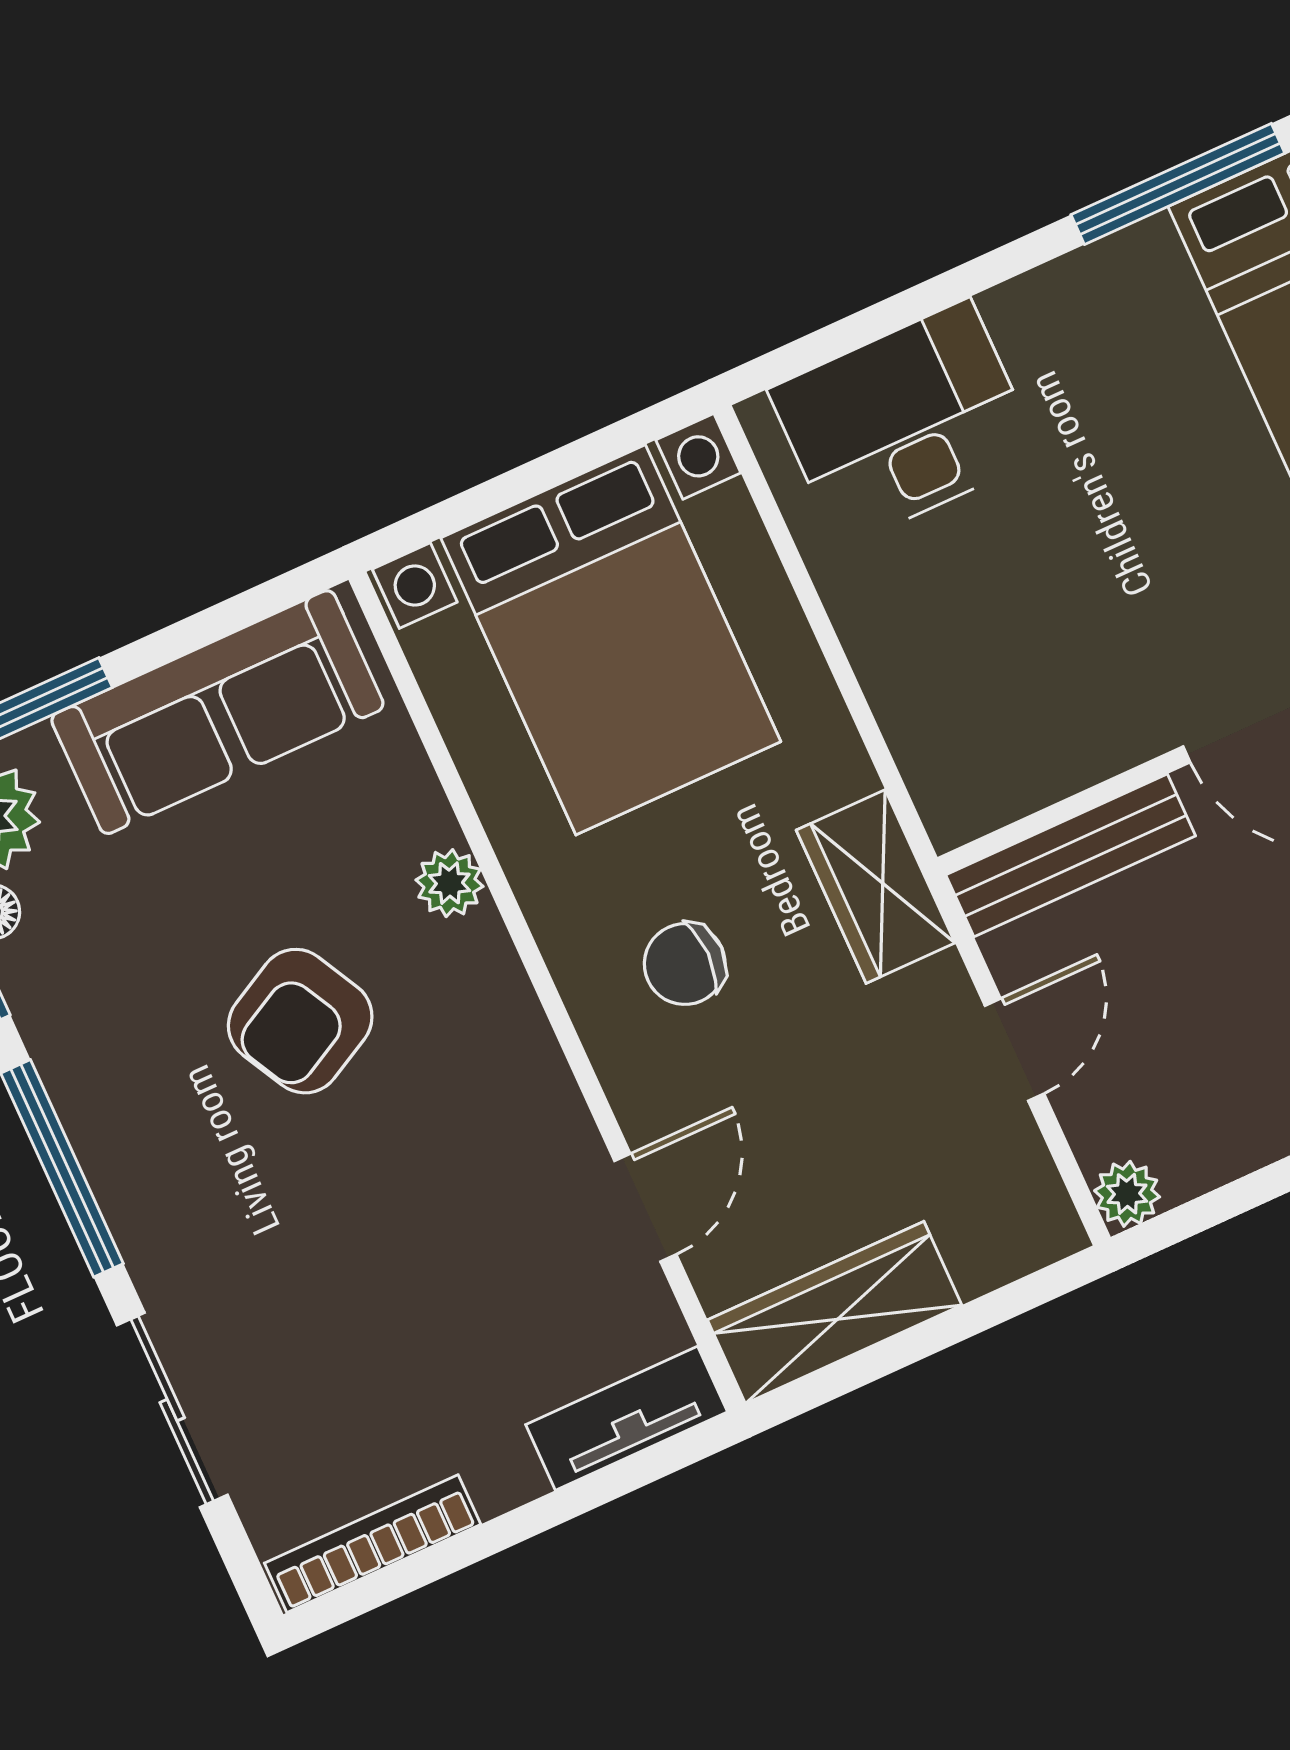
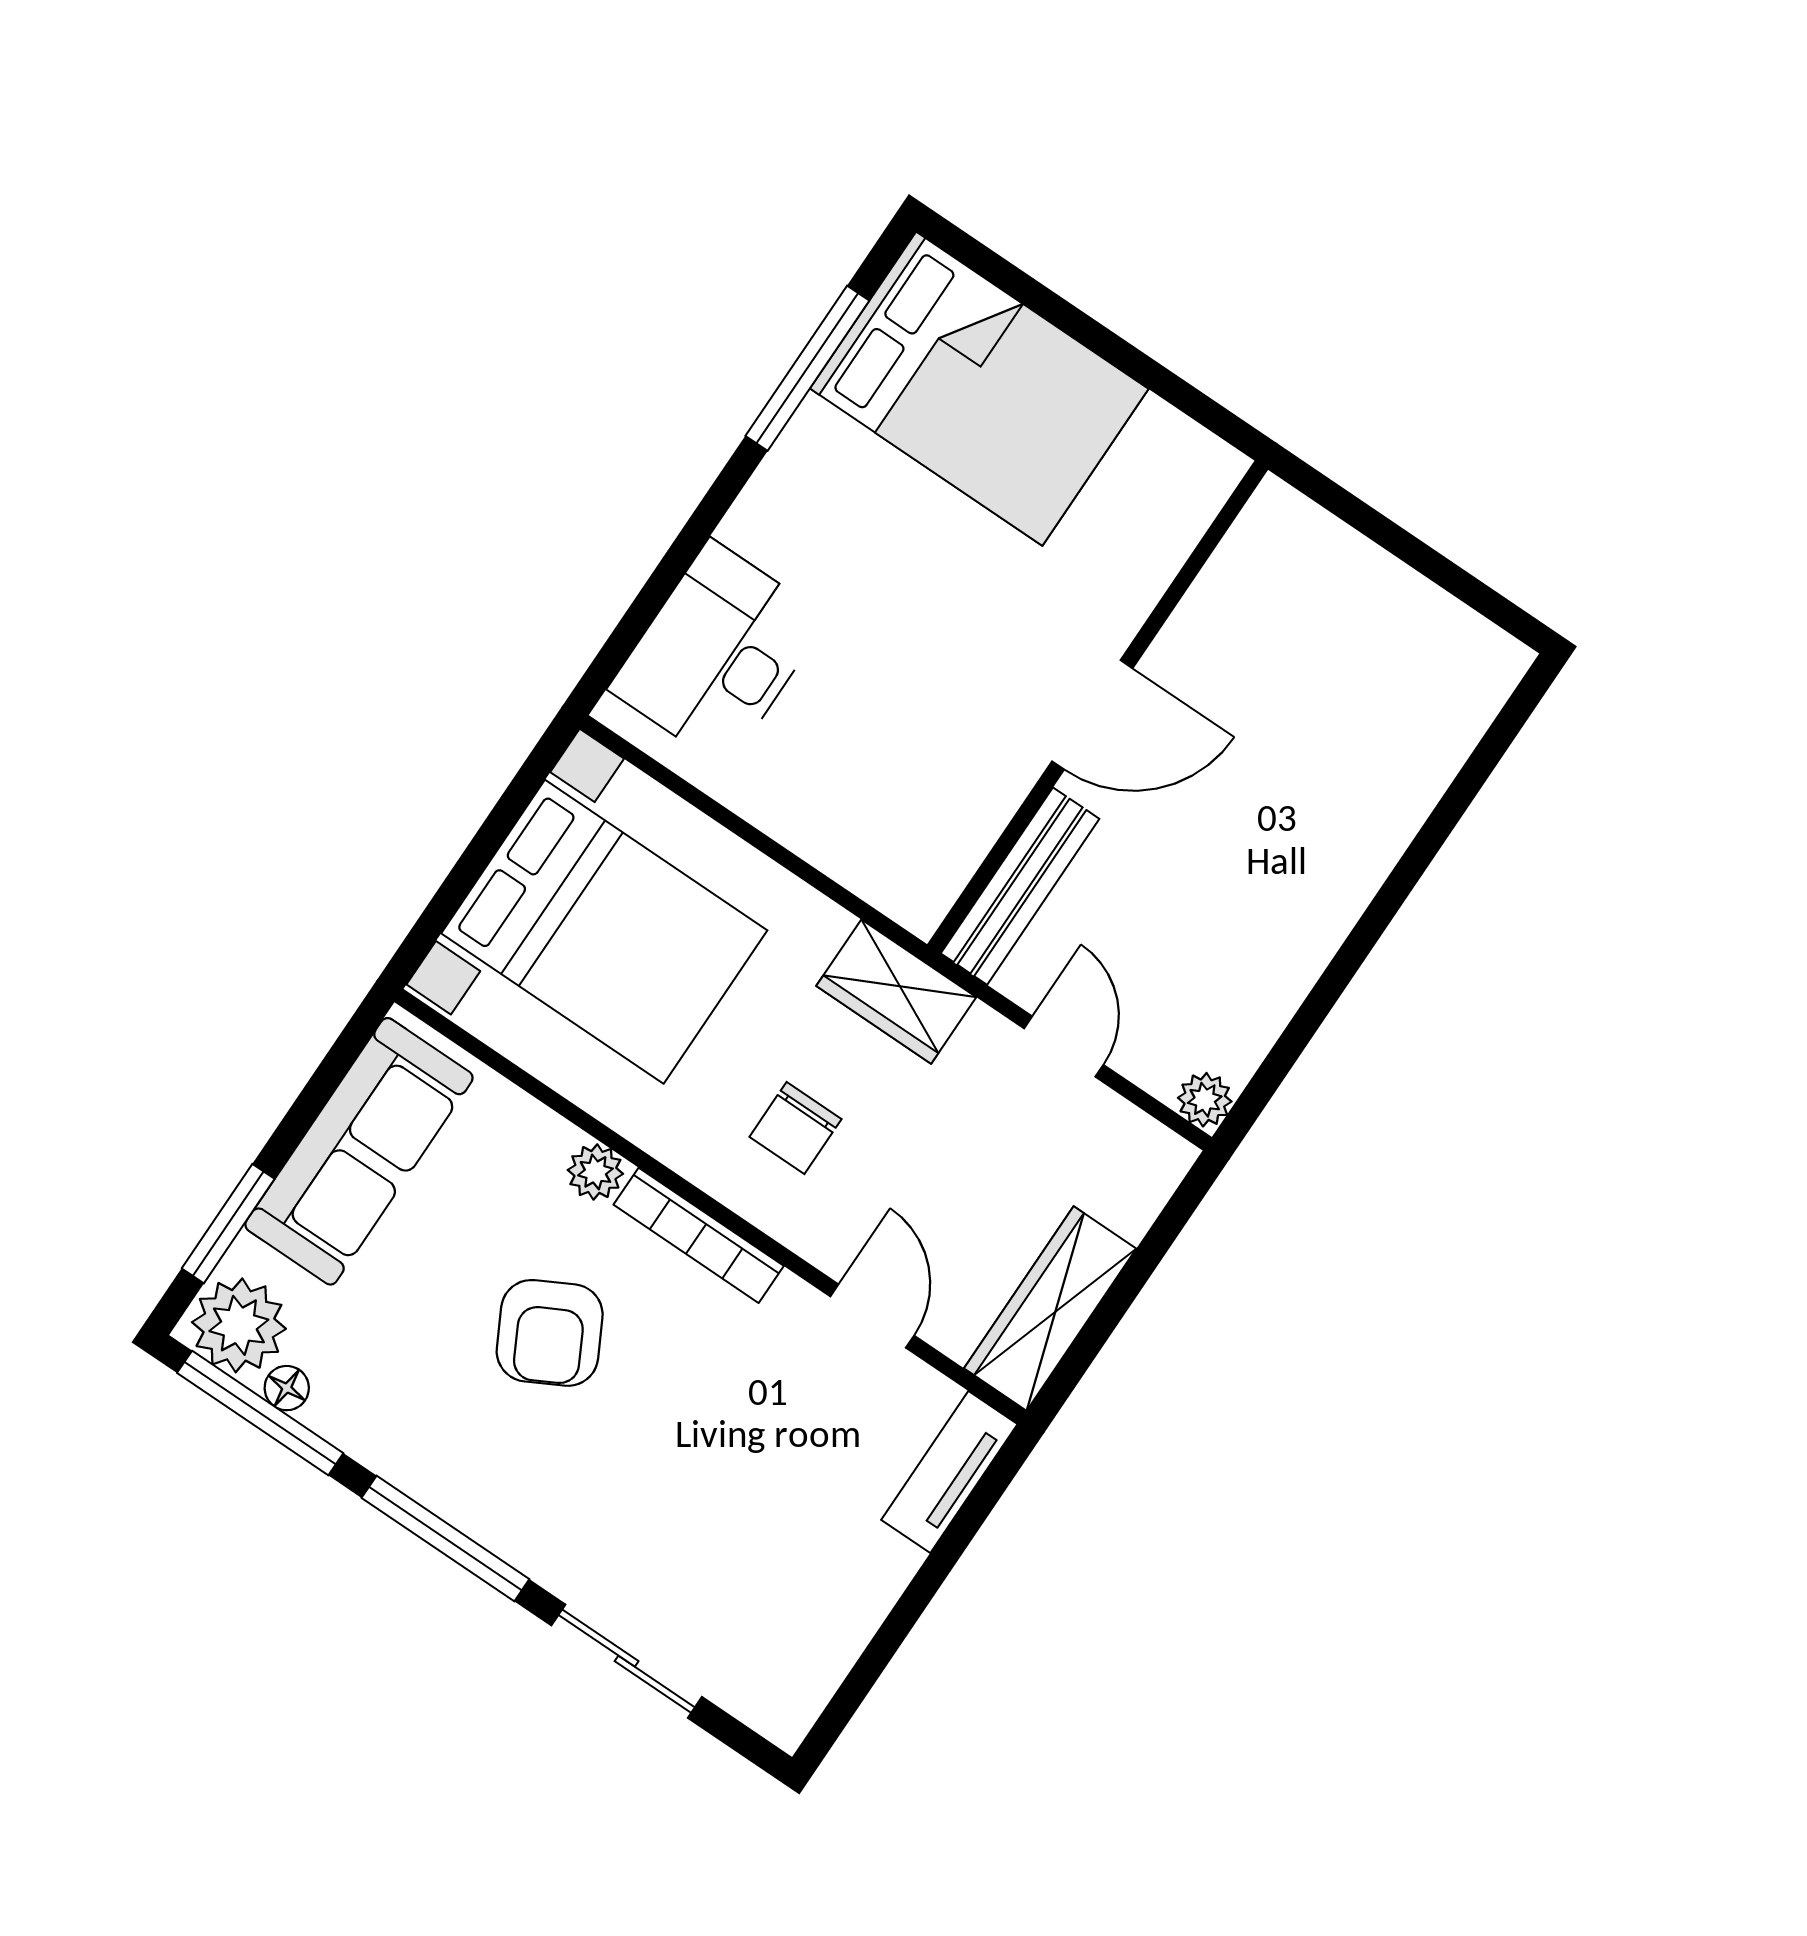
bookcase: (373, 1544) -> (699, 1235), moved, turned -90

